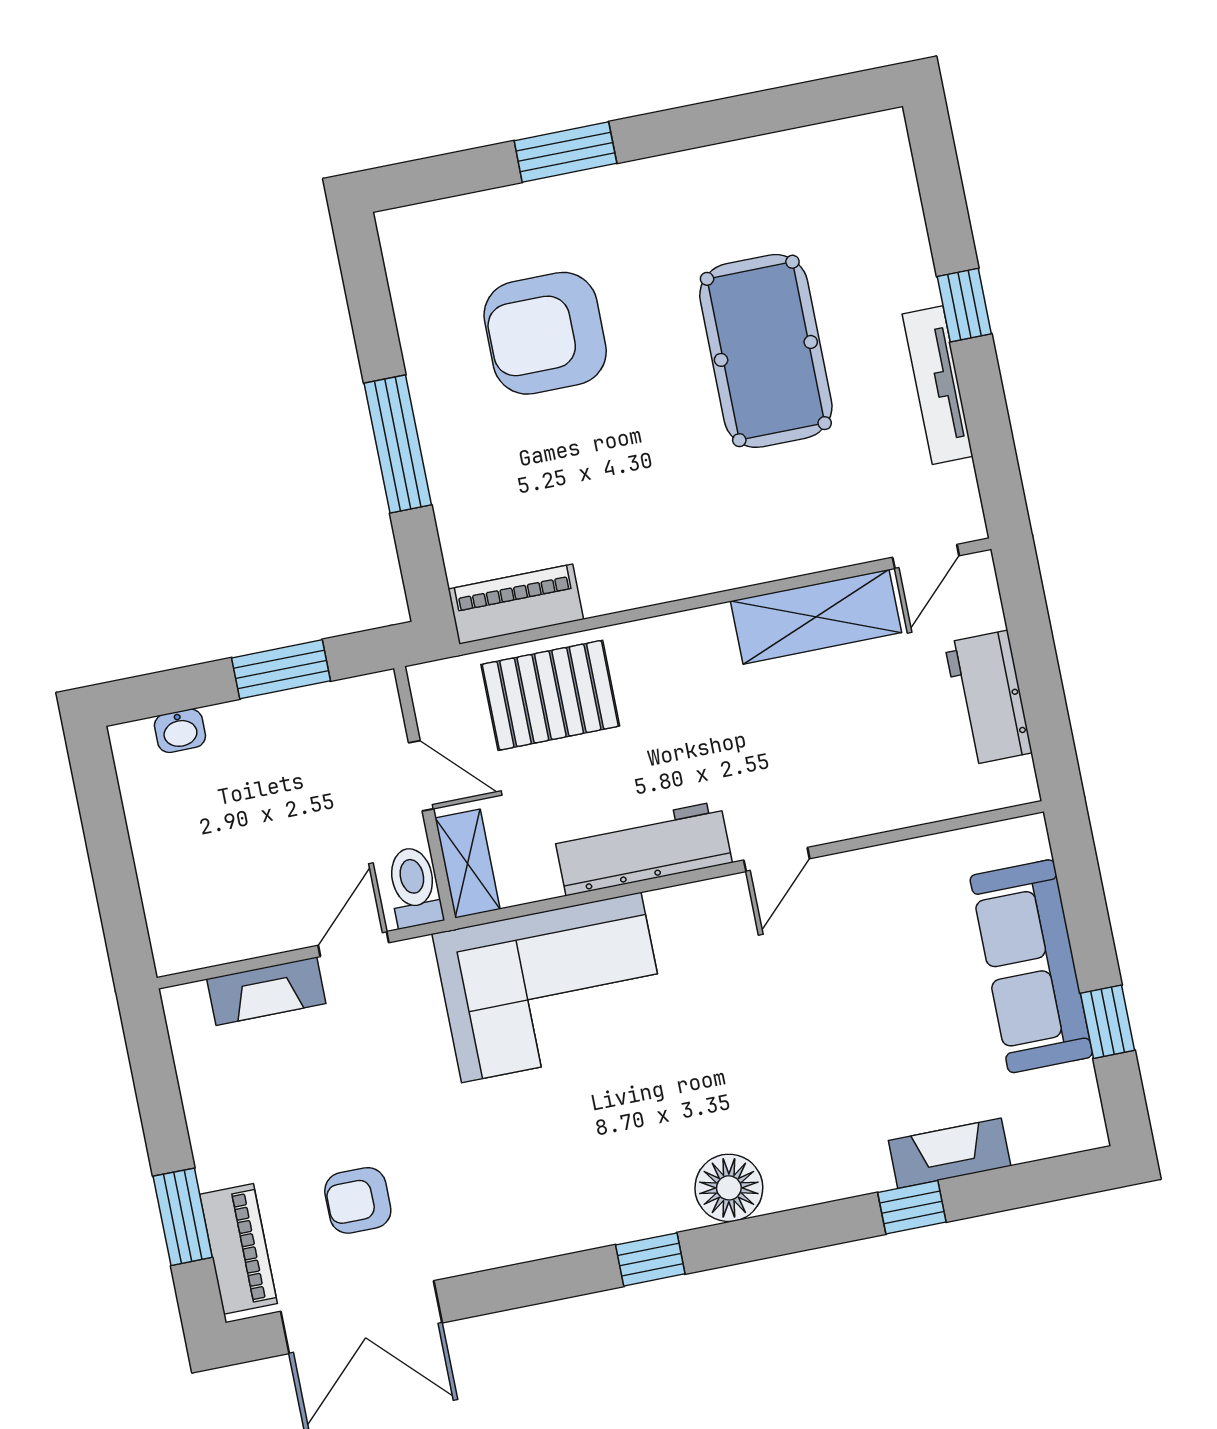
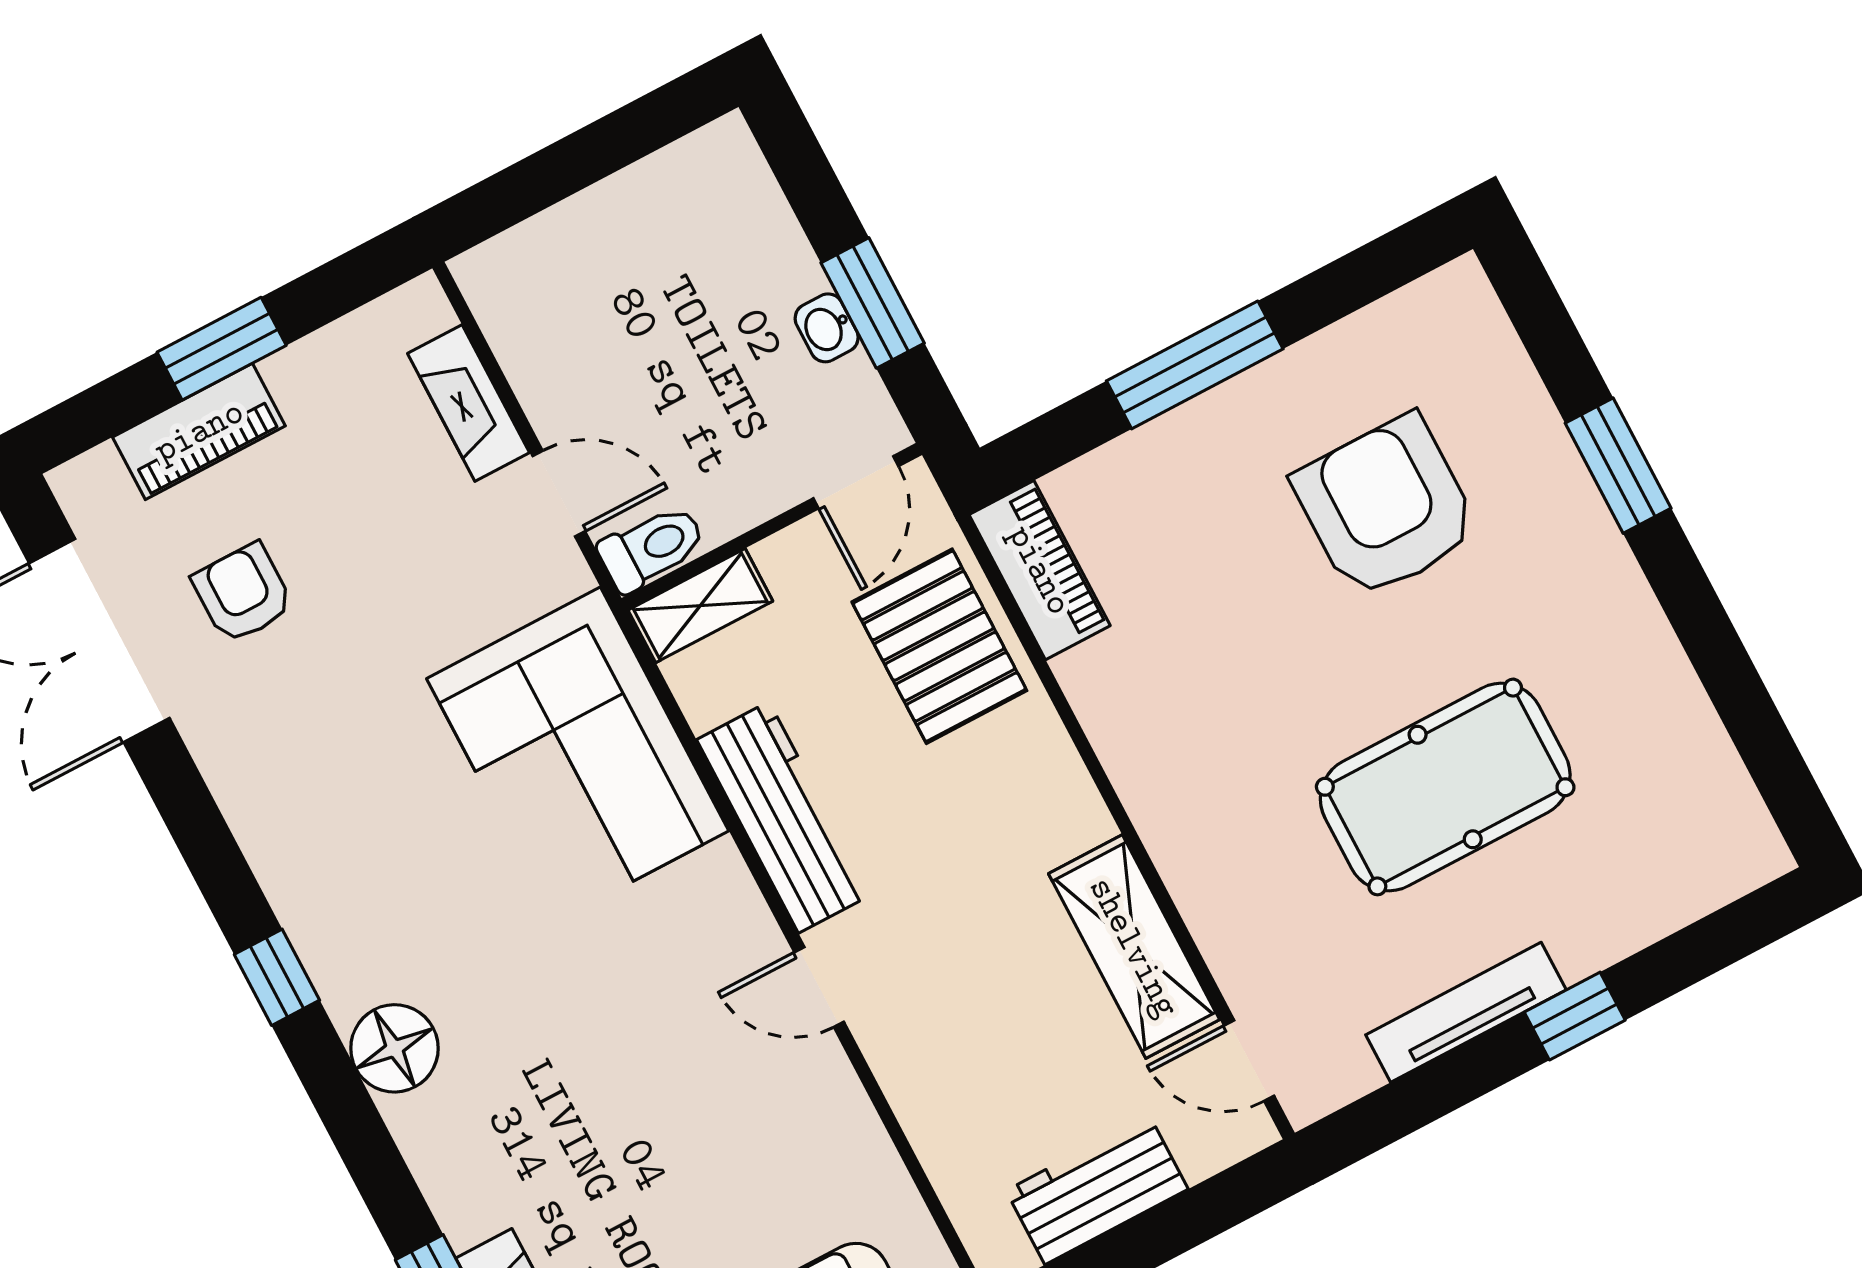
washbasin: (180, 731) -> (827, 328), moved
door: (421, 776) -> (856, 482), moved
window: (183, 1217) -> (222, 349), moved
piano: (238, 1249) -> (199, 431), moved

